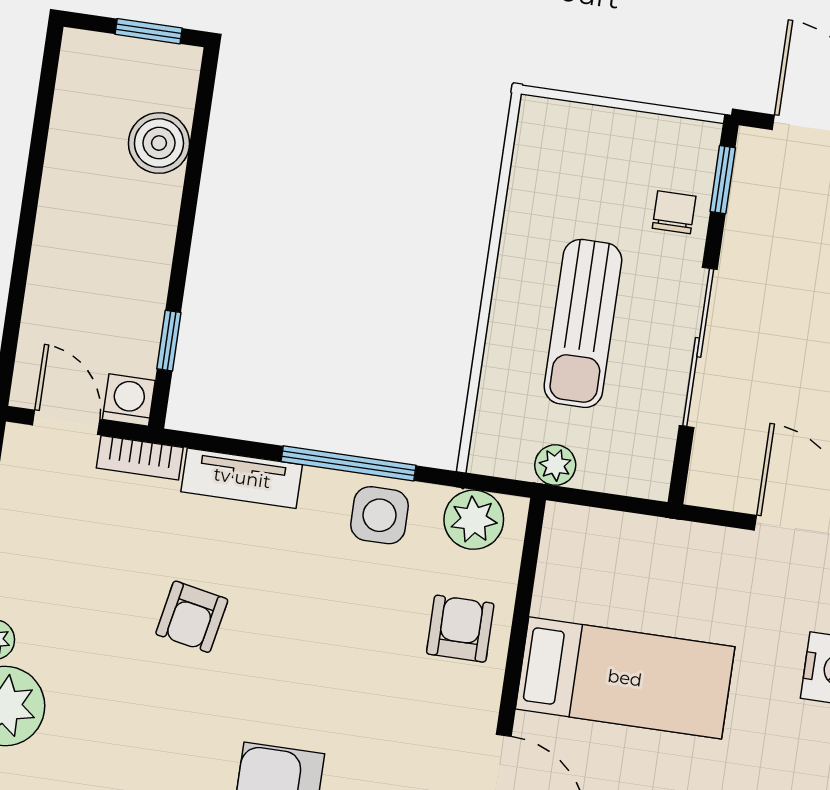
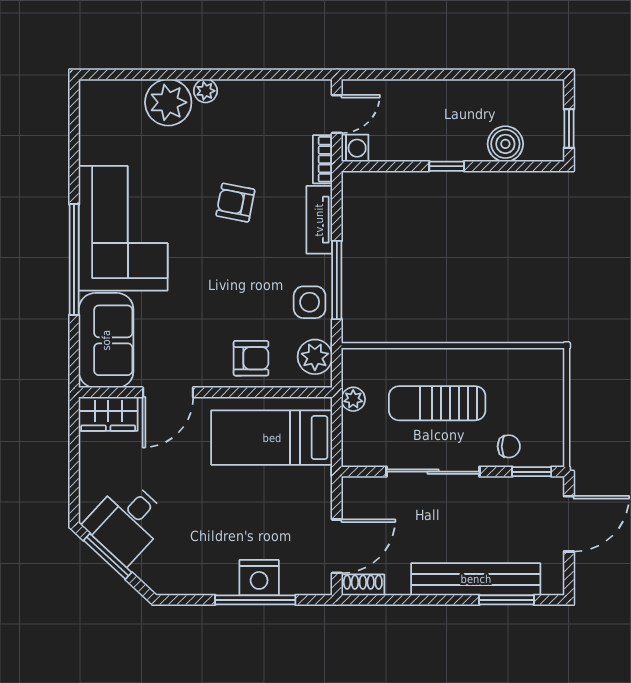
window: (169, 341) -> (447, 166), moved
bed: (625, 678) -> (272, 438), moved, turned 90

